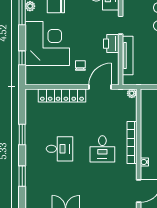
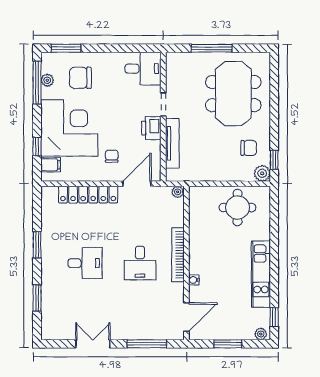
filing cabinet: (33, 72) -> (51, 165), added

